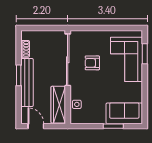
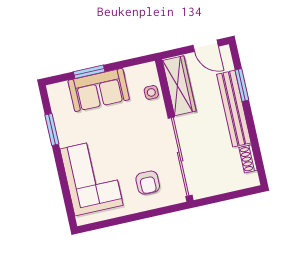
window: (145, 54) -> (52, 129), moved
armchair: (92, 63) -> (148, 183), moved, turned 90
window: (19, 75) -> (242, 85), moved
sofa: (124, 113) -> (99, 90), moved

